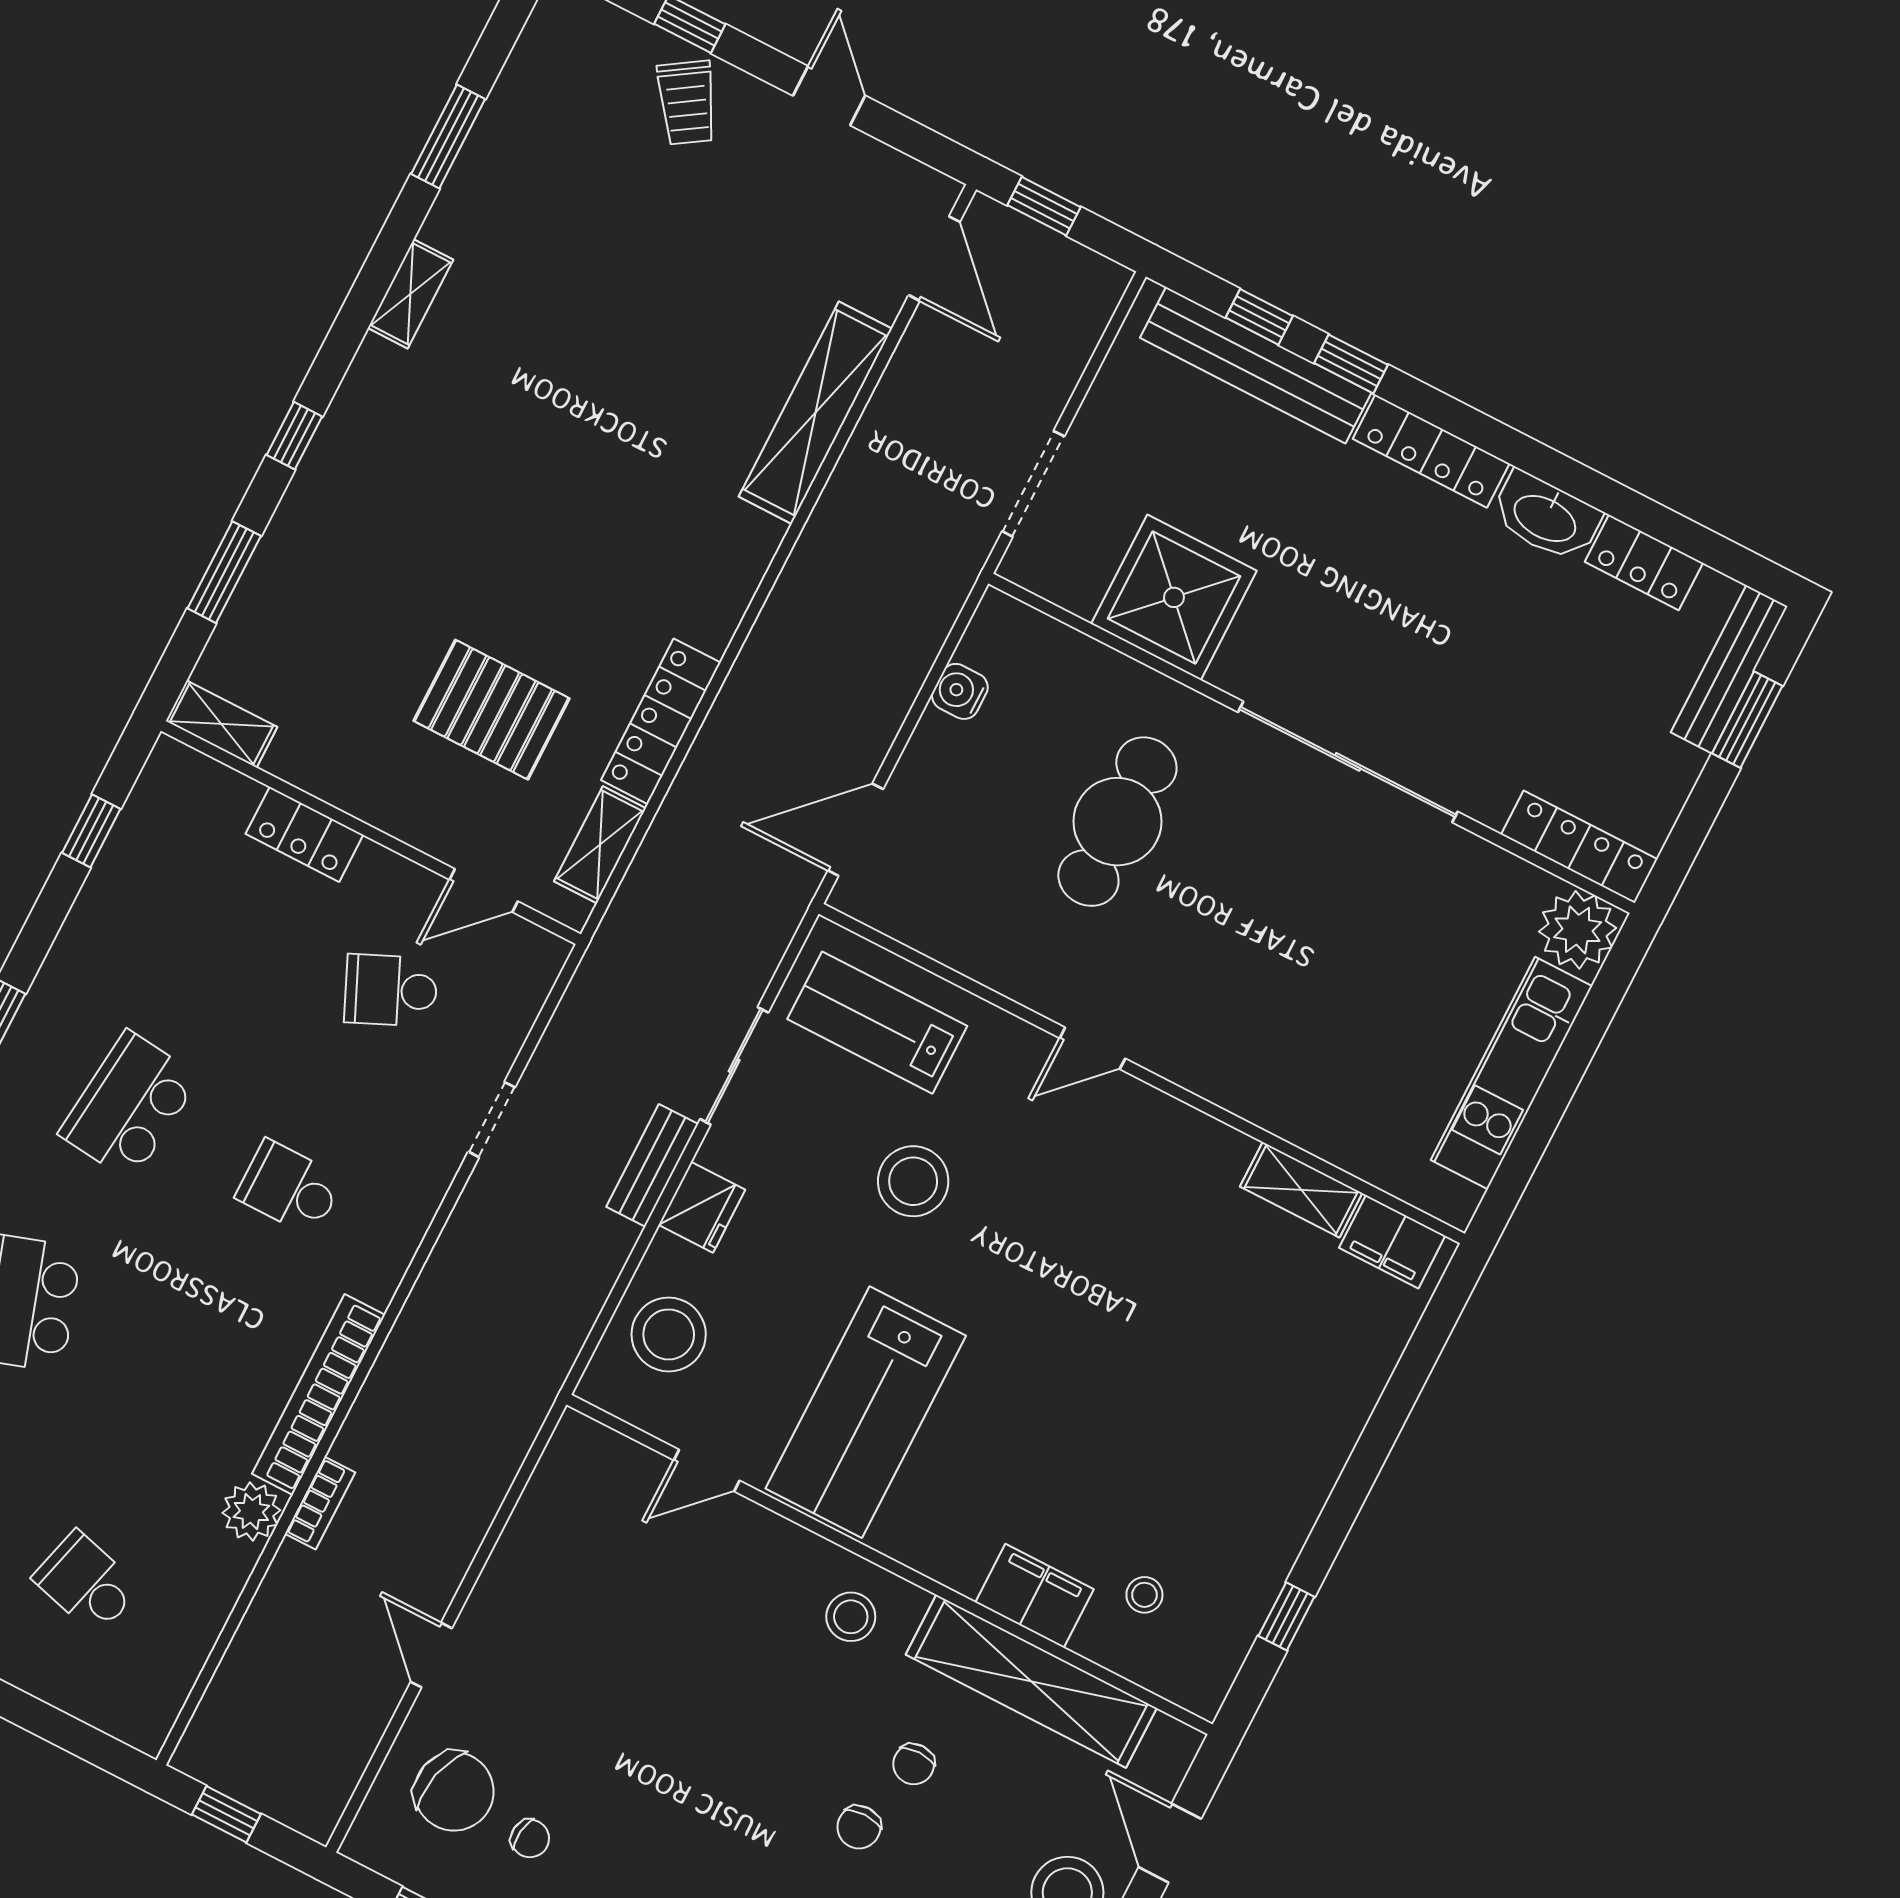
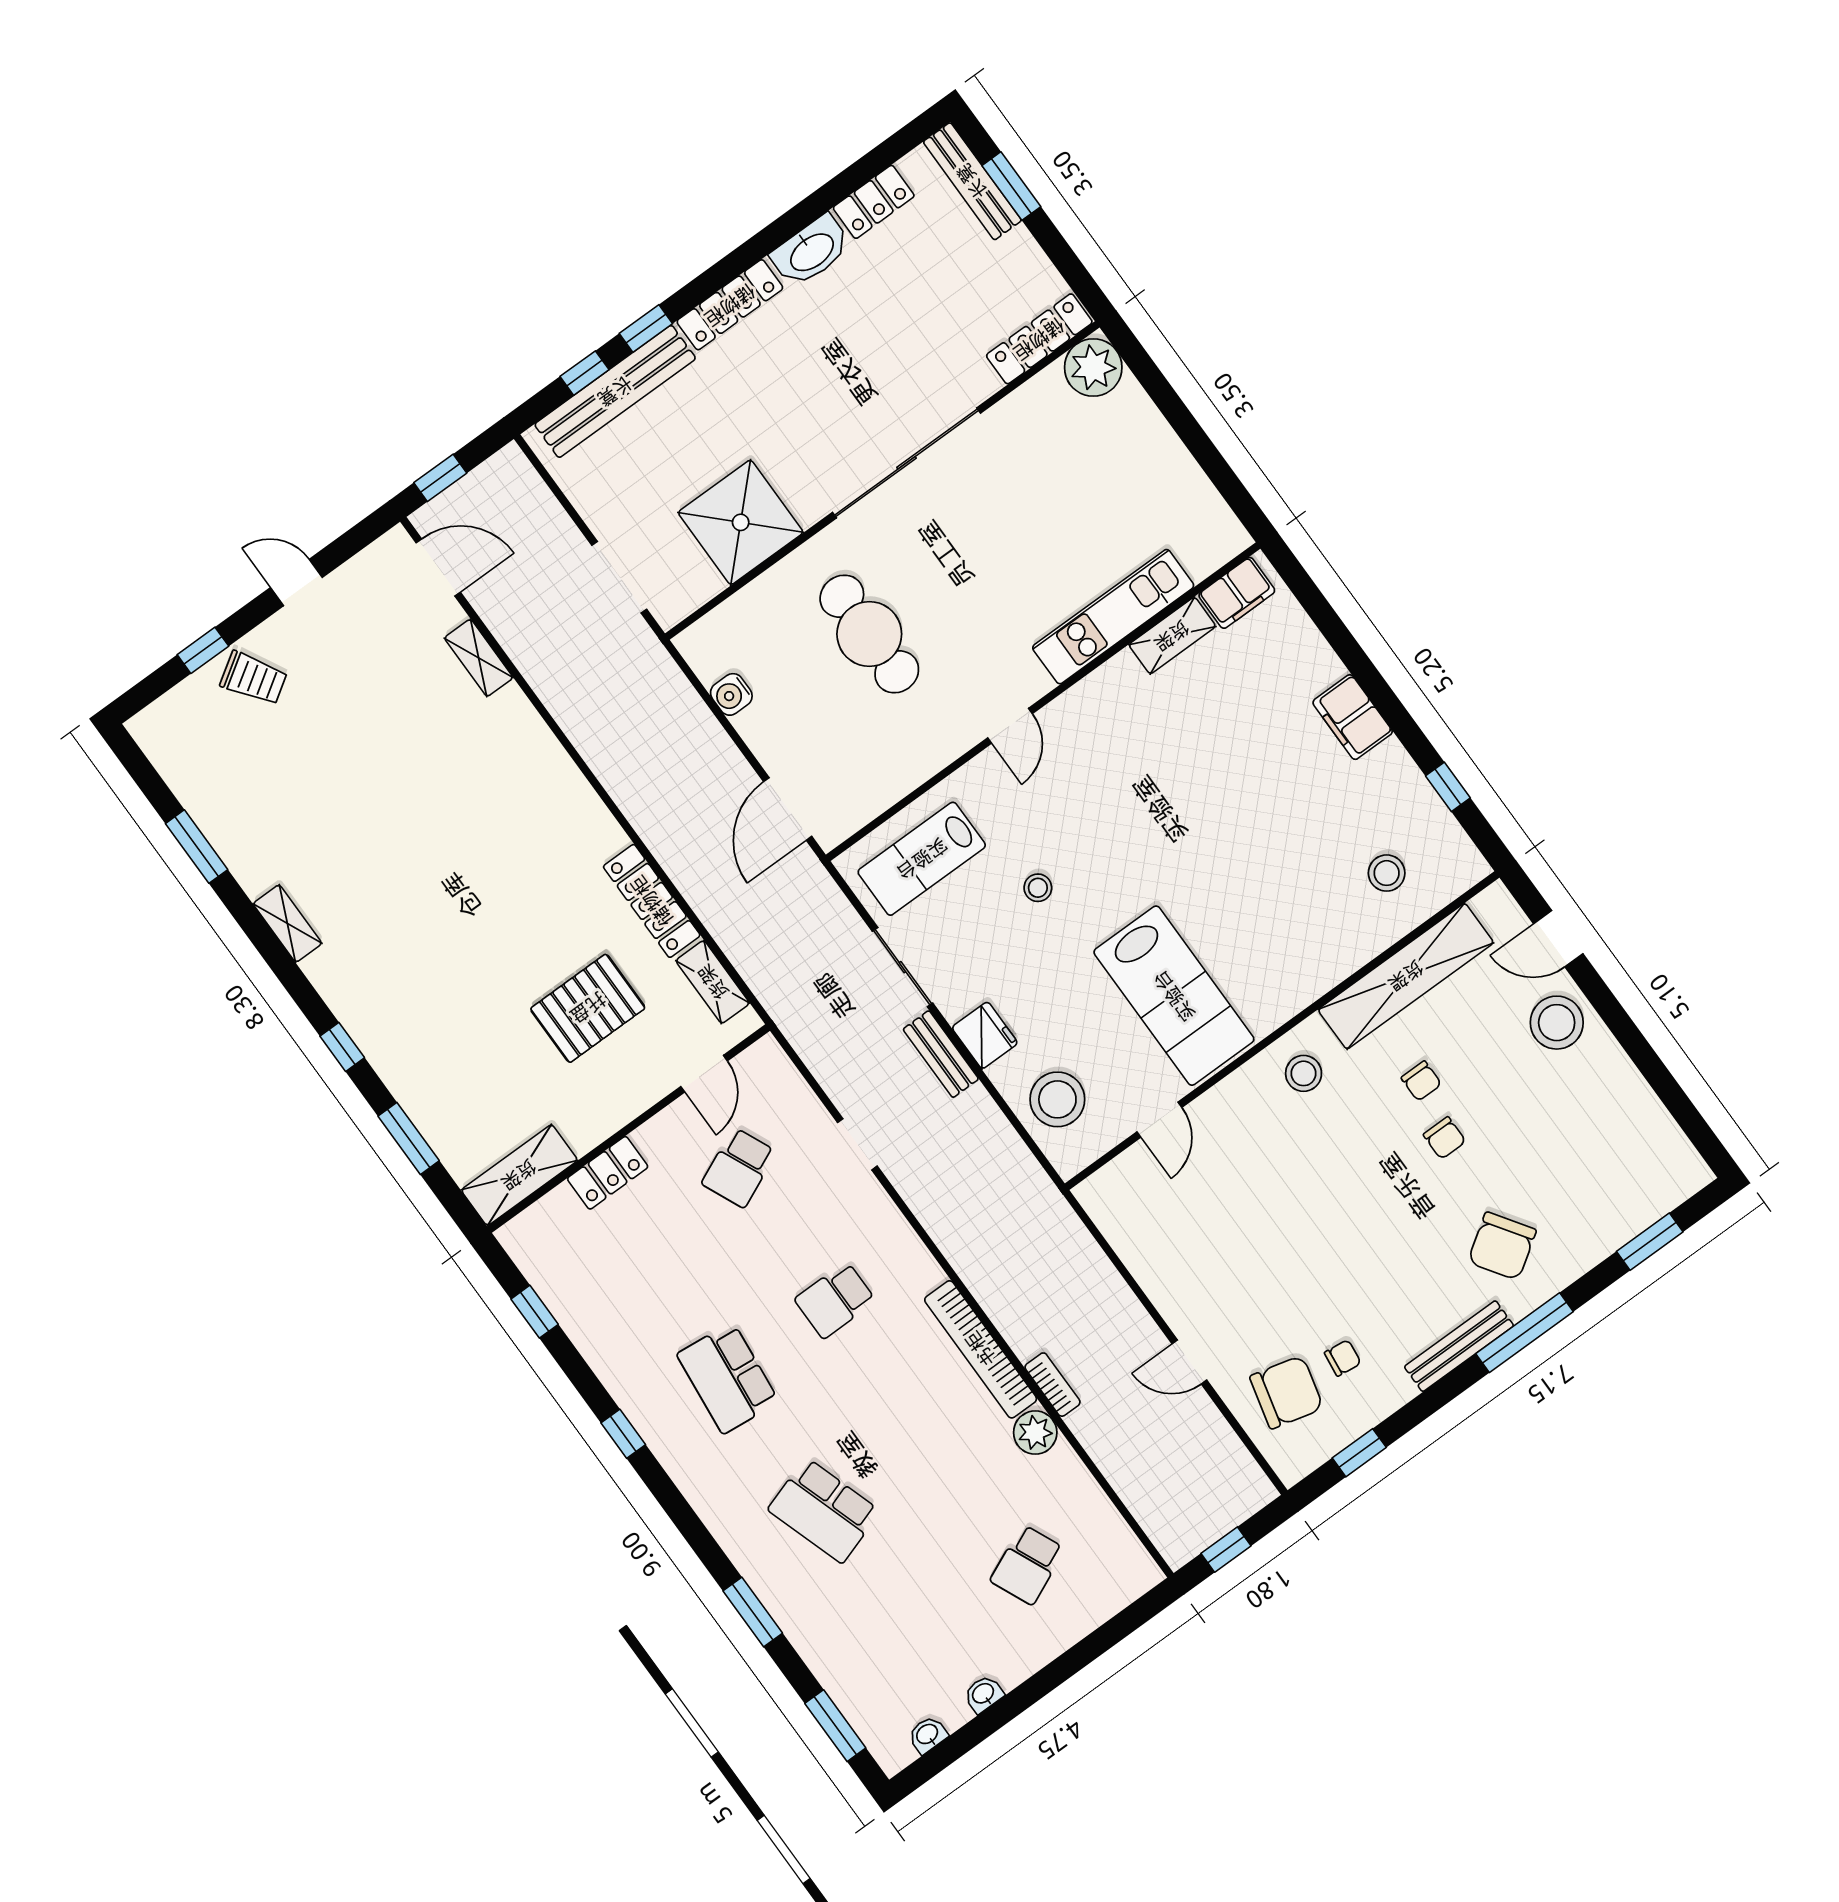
shelving: (815, 413) -> (479, 658), width x0.45, depth x0.75
shelving: (221, 724) -> (519, 1175), width x1.50, depth x1.33
kitchen unit: (1512, 1073) -> (1113, 617), moved, turned 90
stool: (913, 1181) -> (1038, 888), width x0.53, depth x0.53
school desk: (86, 1583) -> (1027, 1565), turned -39
stool: (1144, 1595) -> (1387, 873), width x1.37, depth x1.37
filing cabinet: (1034, 1596) -> (1353, 717), moved, turned -90

